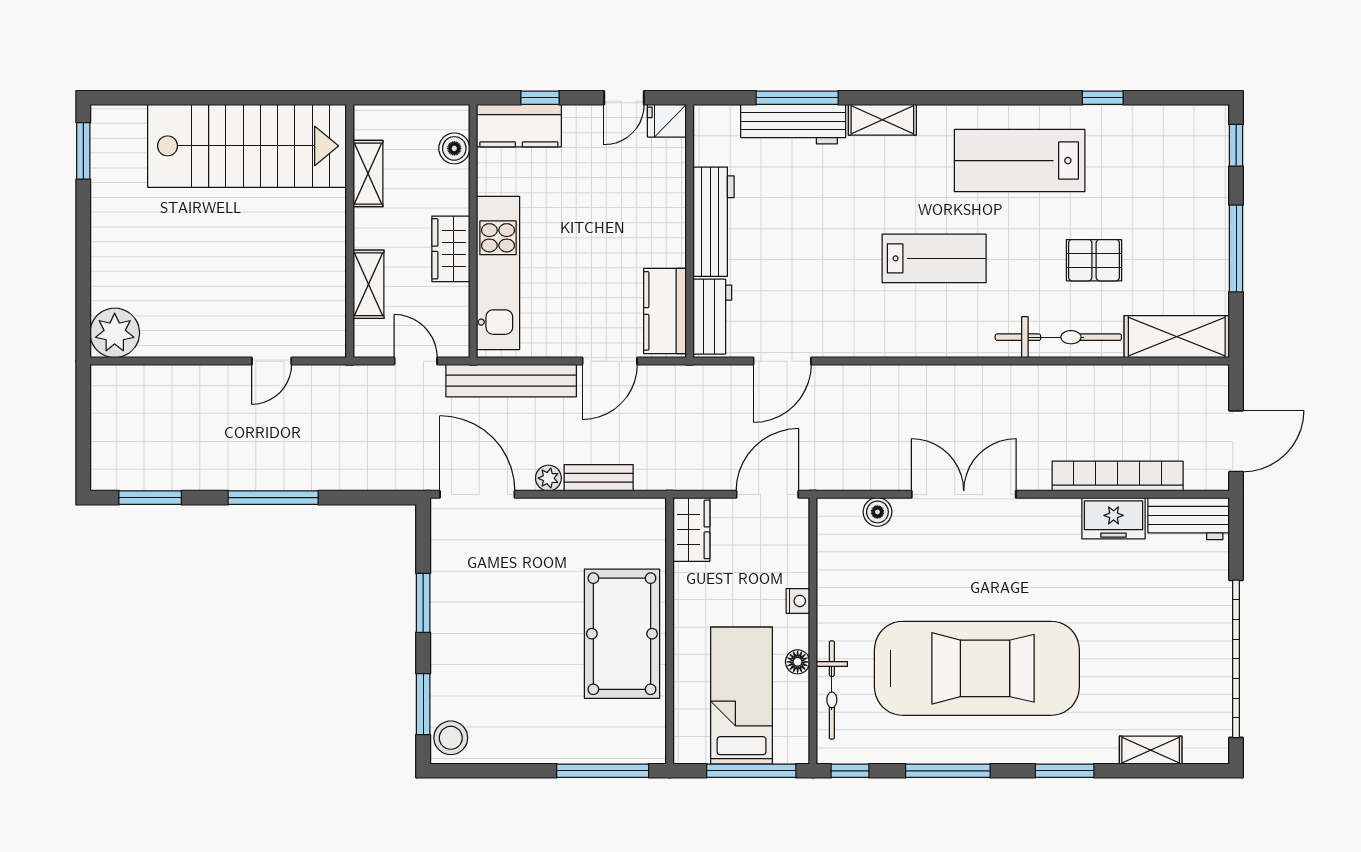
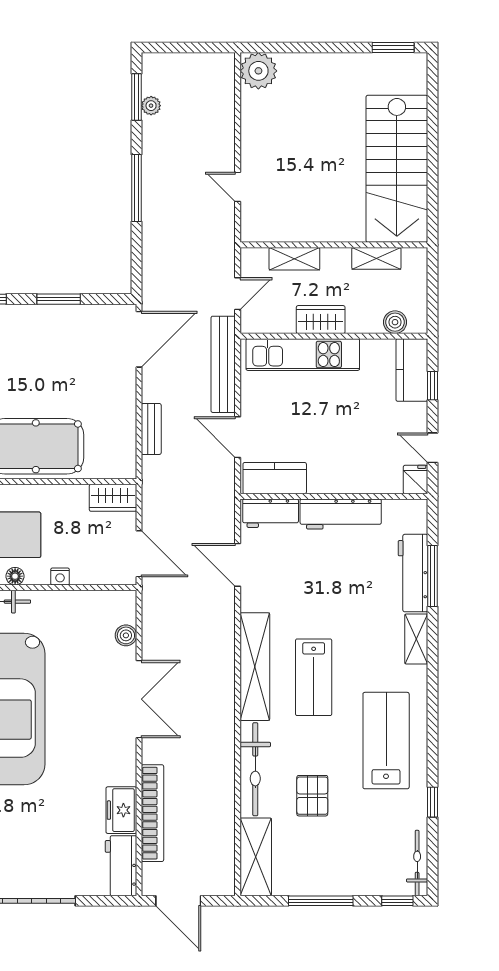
bicycle: (1185, 119) -> (417, 863), added
shelving: (920, 338) -> (255, 667), added
plant: (548, 478) -> (151, 106), moved

